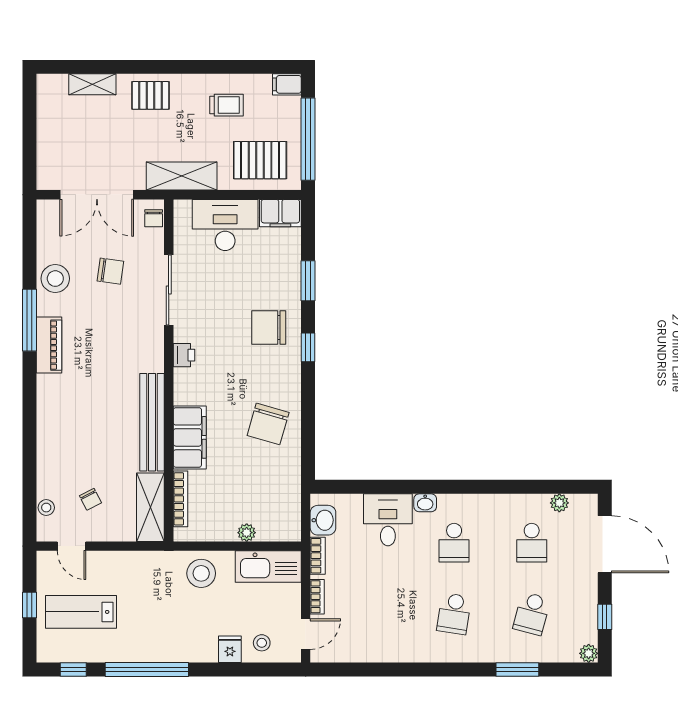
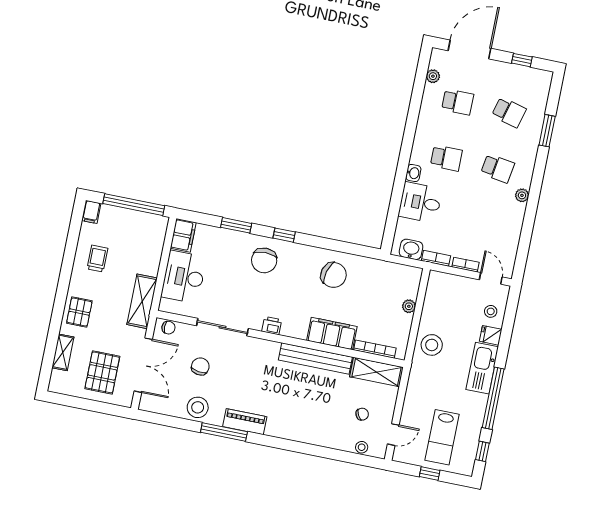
pallet: (260, 160) -> (102, 372), moved
kitchen sink: (268, 567) -> (482, 368), moved, turned 180
plant: (589, 653) -> (522, 195), moved

